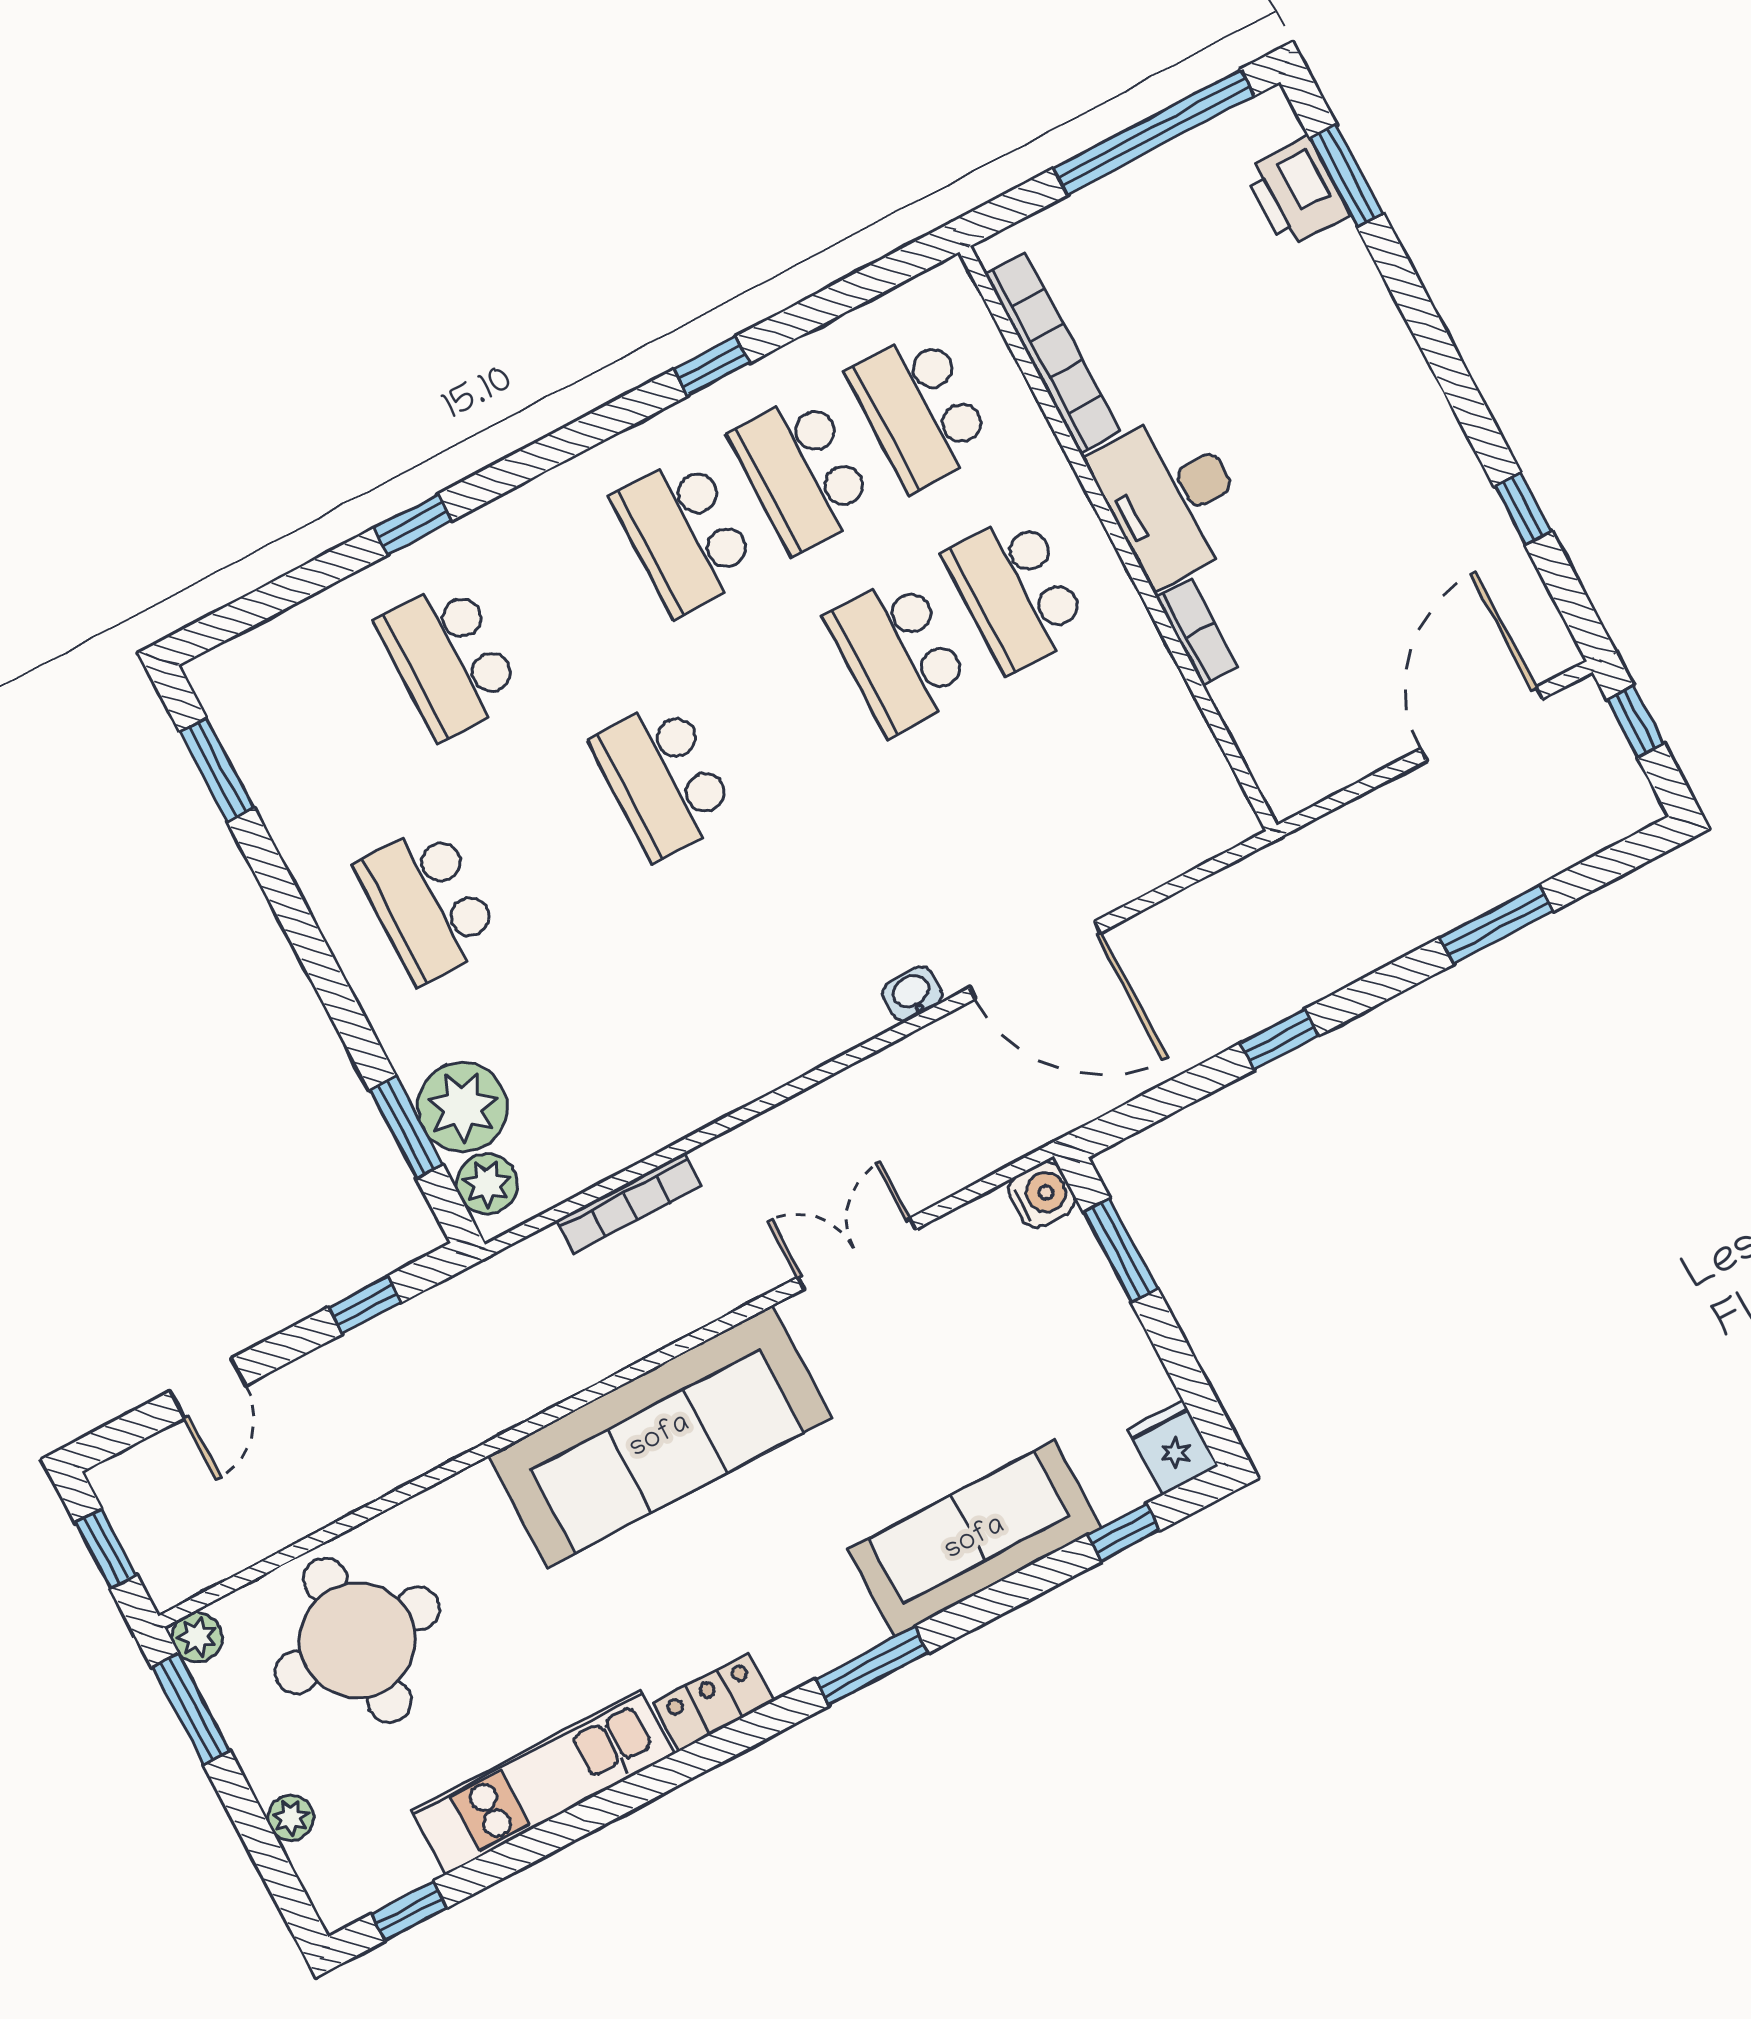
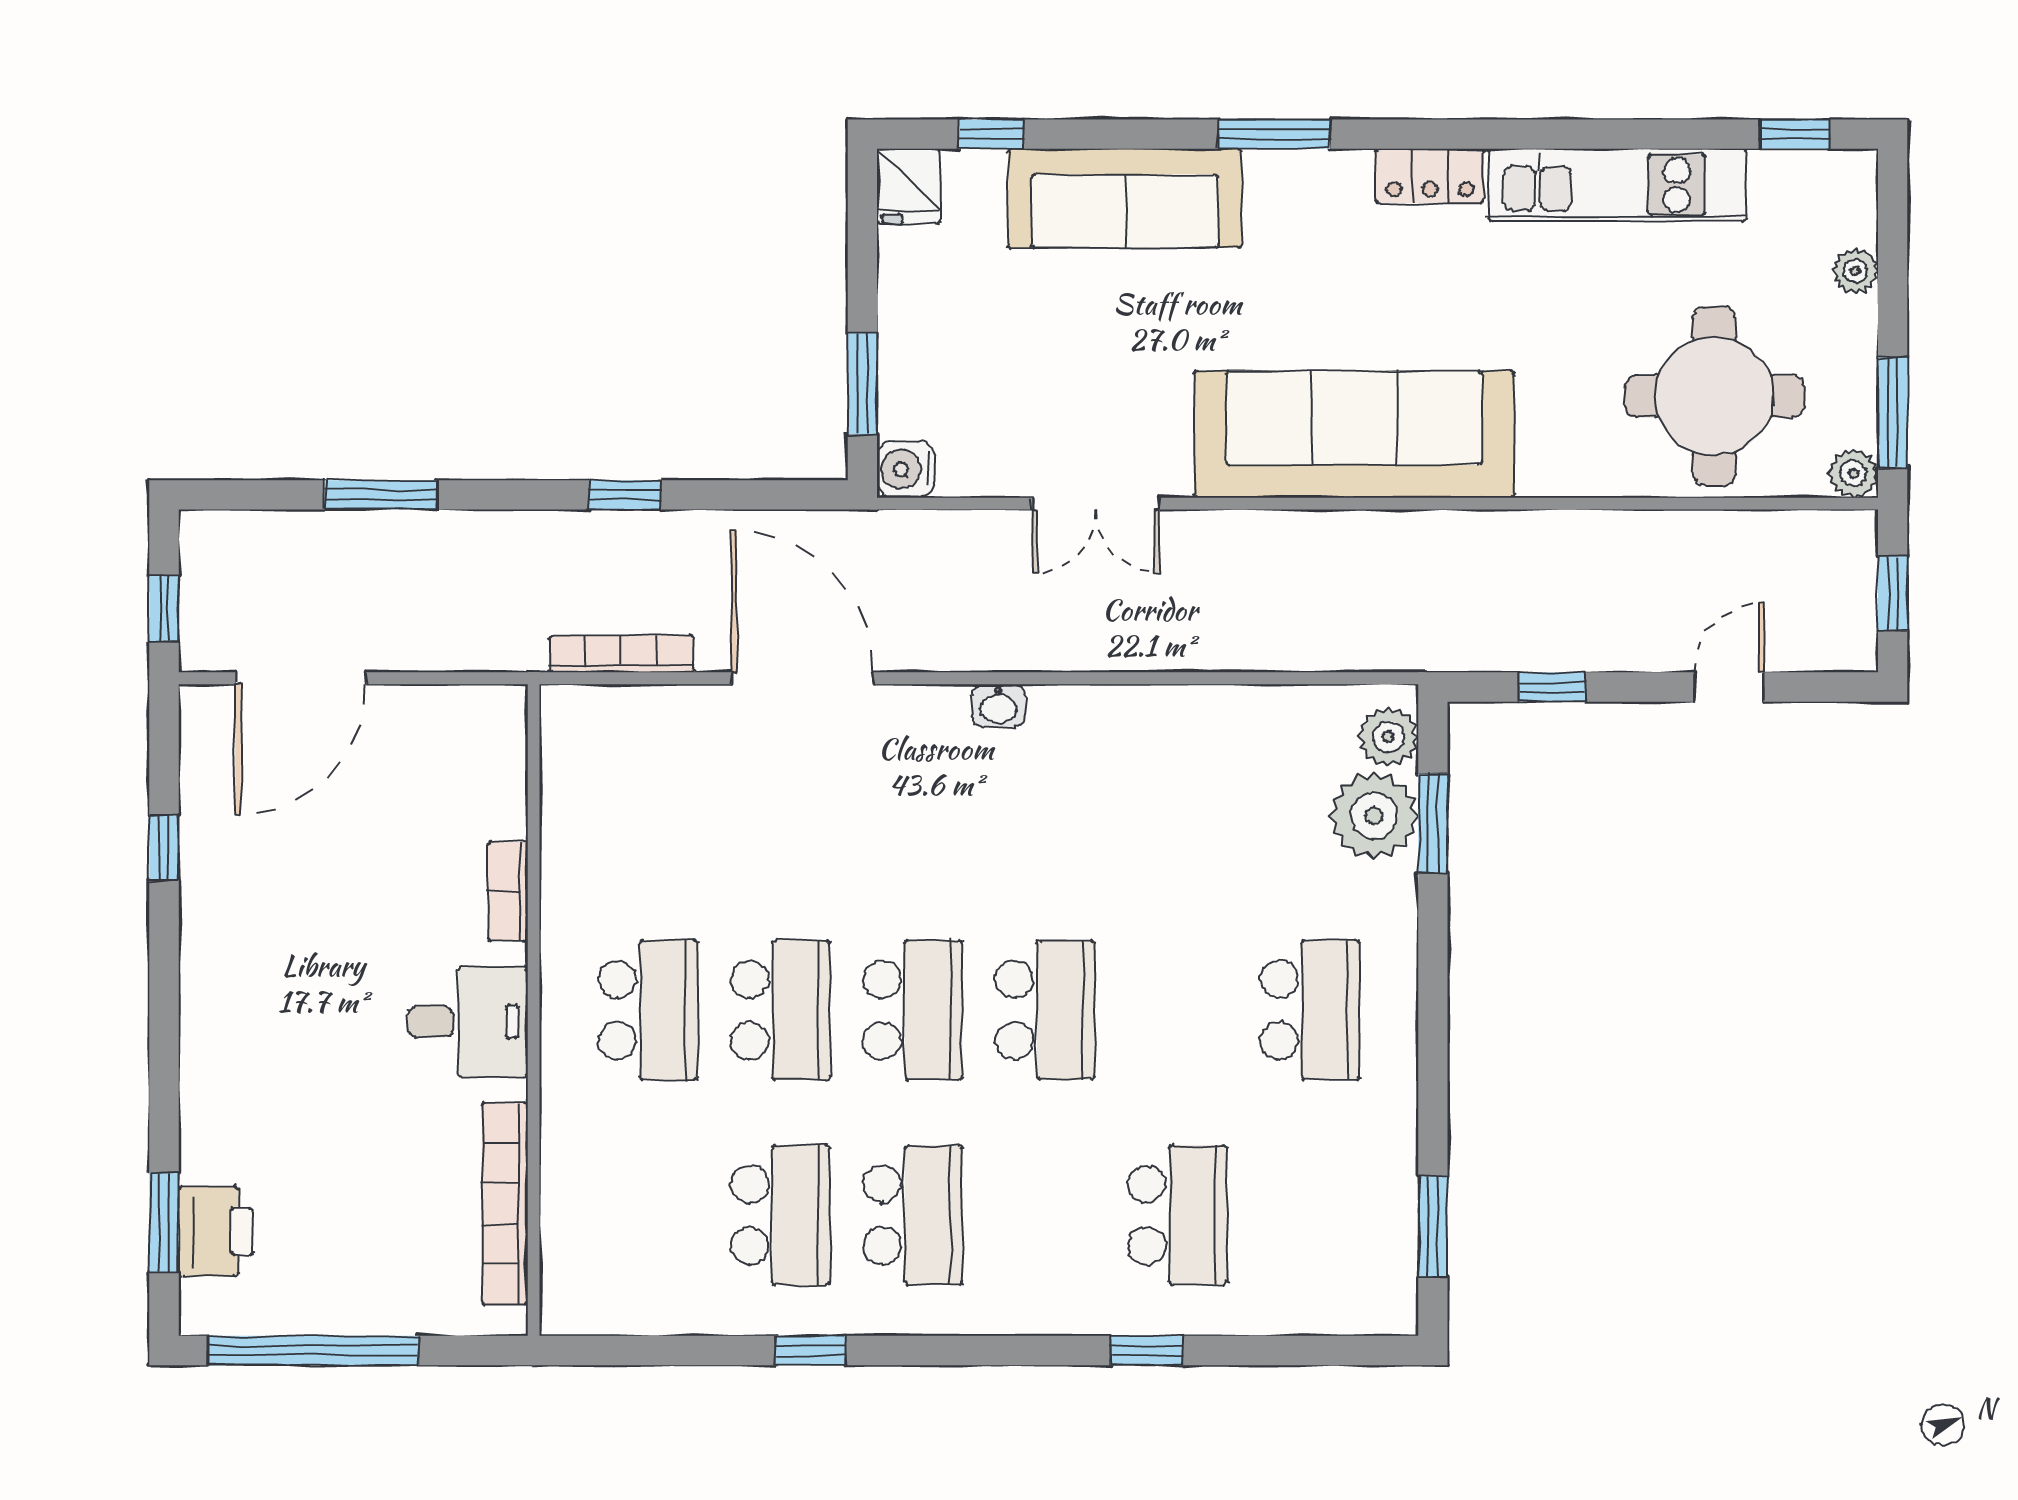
school desk: (920, 410) -> (913, 1010), moved
desk: (1171, 497) -> (468, 1022), width x0.73
washbasin: (912, 994) -> (998, 706), moved
bookcase: (629, 1203) -> (621, 654), moved

